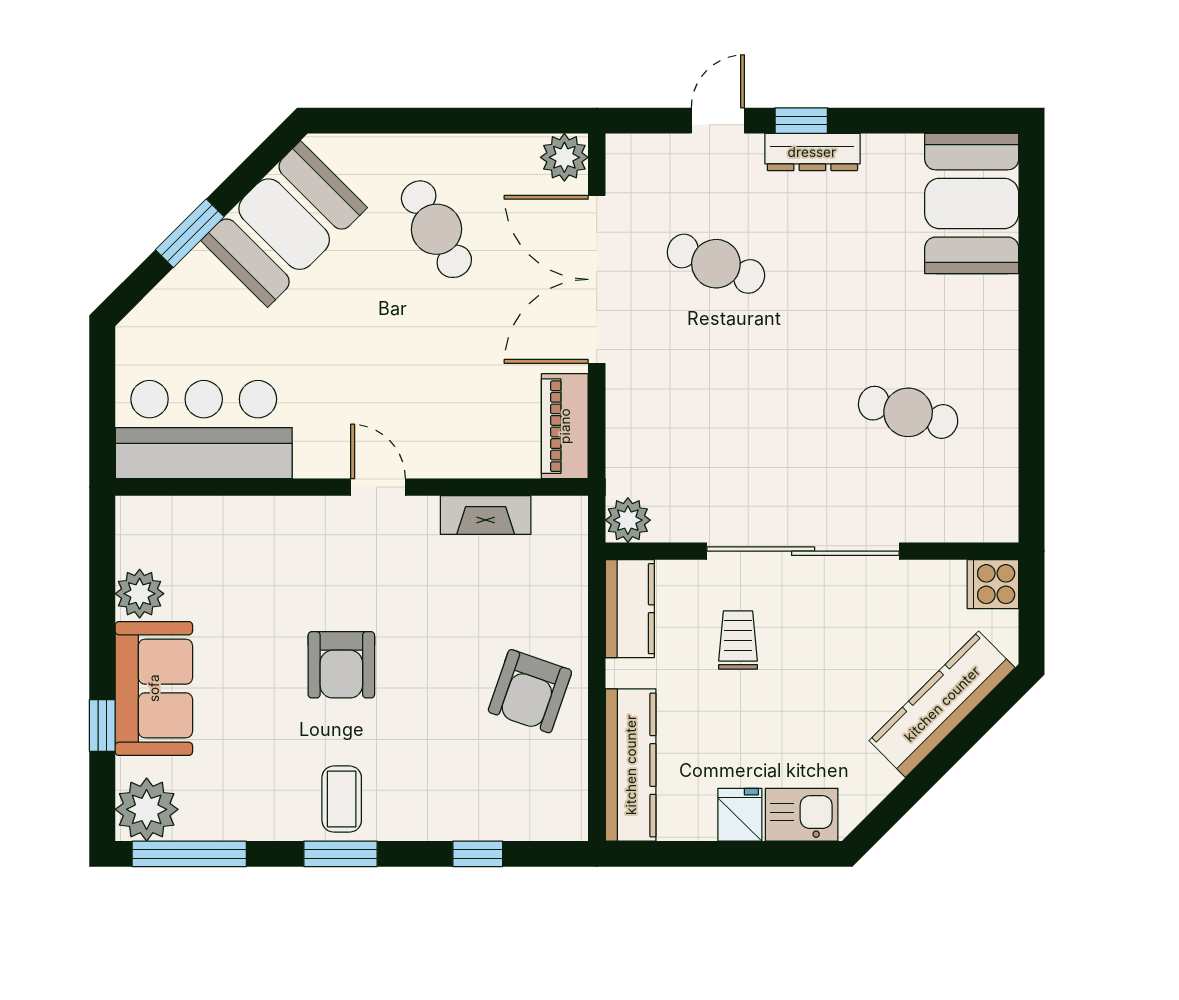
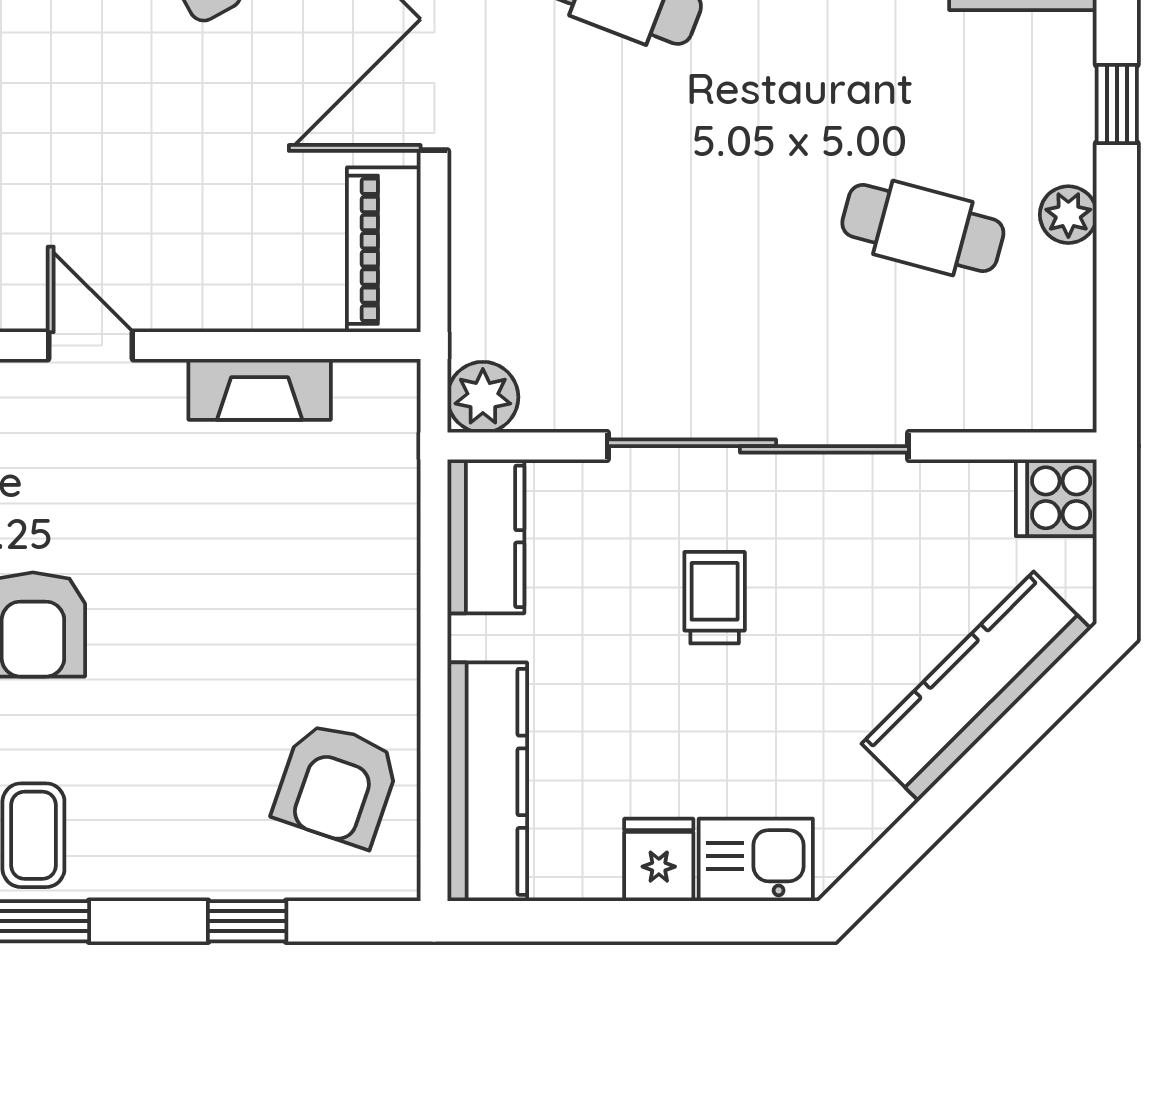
window: (1032, 333) -> (1117, 104), added
plant: (1001, 404) -> (1068, 215), added
trolley: (738, 640) -> (715, 598), moved
armchair: (530, 691) -> (337, 784), moved

